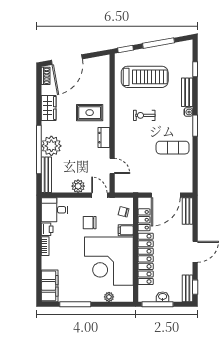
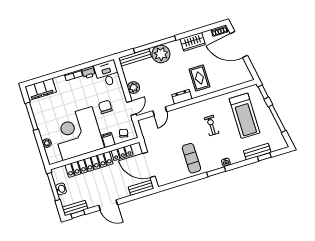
bench: (187, 92) -> (257, 152), moved

